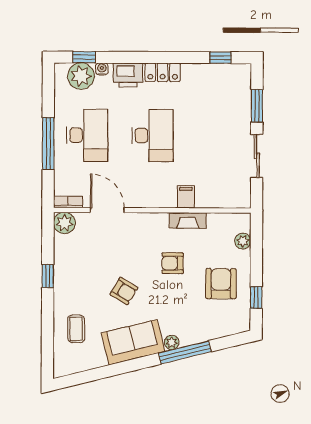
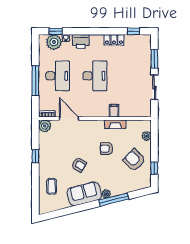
locker: (163, 72) -> (114, 40), moved
armchair: (221, 284) -> (134, 160), turned -44

